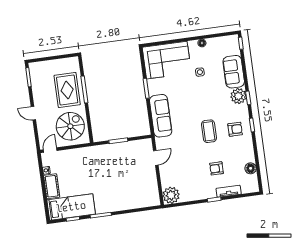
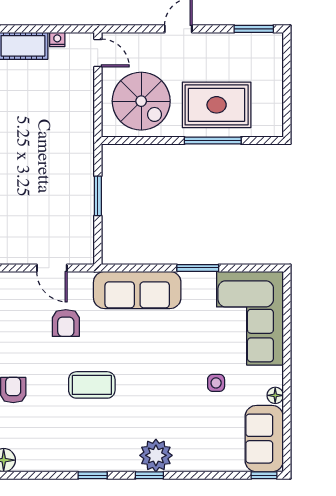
sofa: (234, 72) -> (264, 439), moved, turned -90
armchair: (235, 129) -> (66, 323), moved

